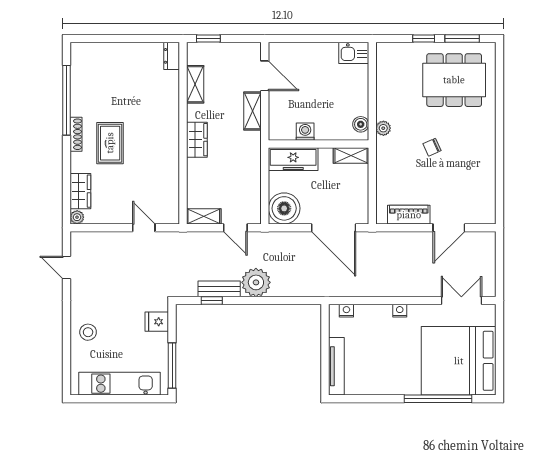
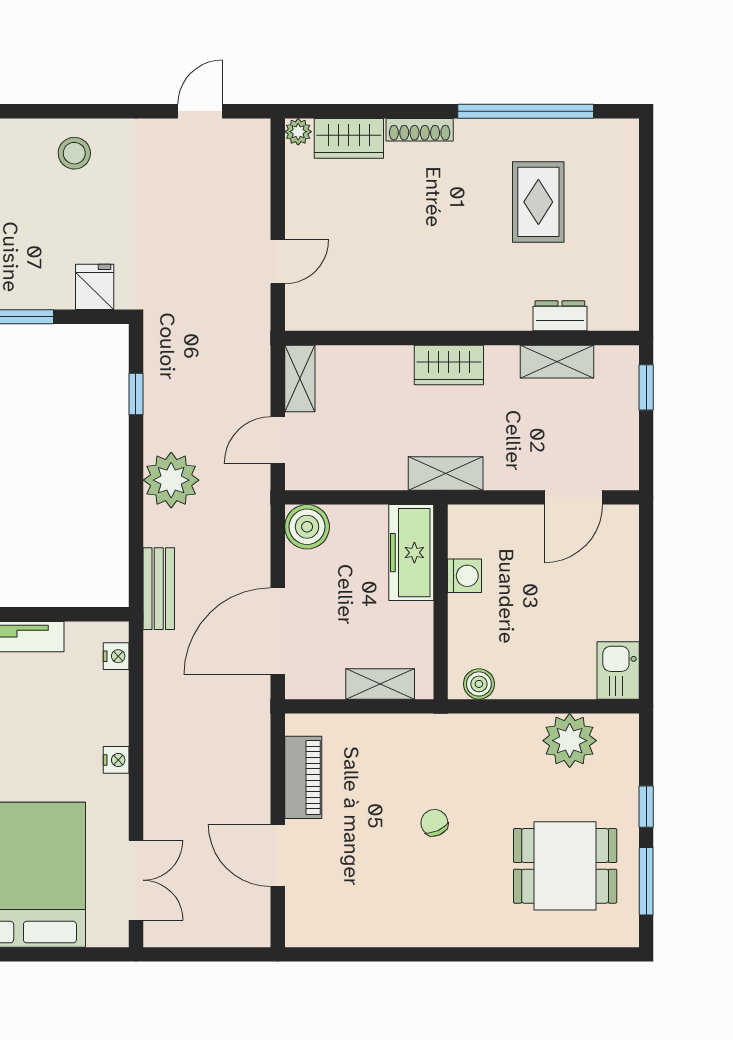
dresser: (172, 56) -> (560, 316), moved
dining table: (454, 80) -> (565, 866), width x0.73
shelving: (253, 111) -> (446, 474), moved
plant: (383, 128) -> (570, 741), moved, width x1.87, depth x1.87
shoe rack: (76, 134) -> (420, 130), moved
rug: (110, 143) -> (538, 202), moved, turned 90
shelving: (351, 156) -> (380, 684), moved, turned 90
boiler: (284, 208) -> (307, 527), width x0.73, depth x0.73
bench: (219, 289) -> (159, 589), moved

